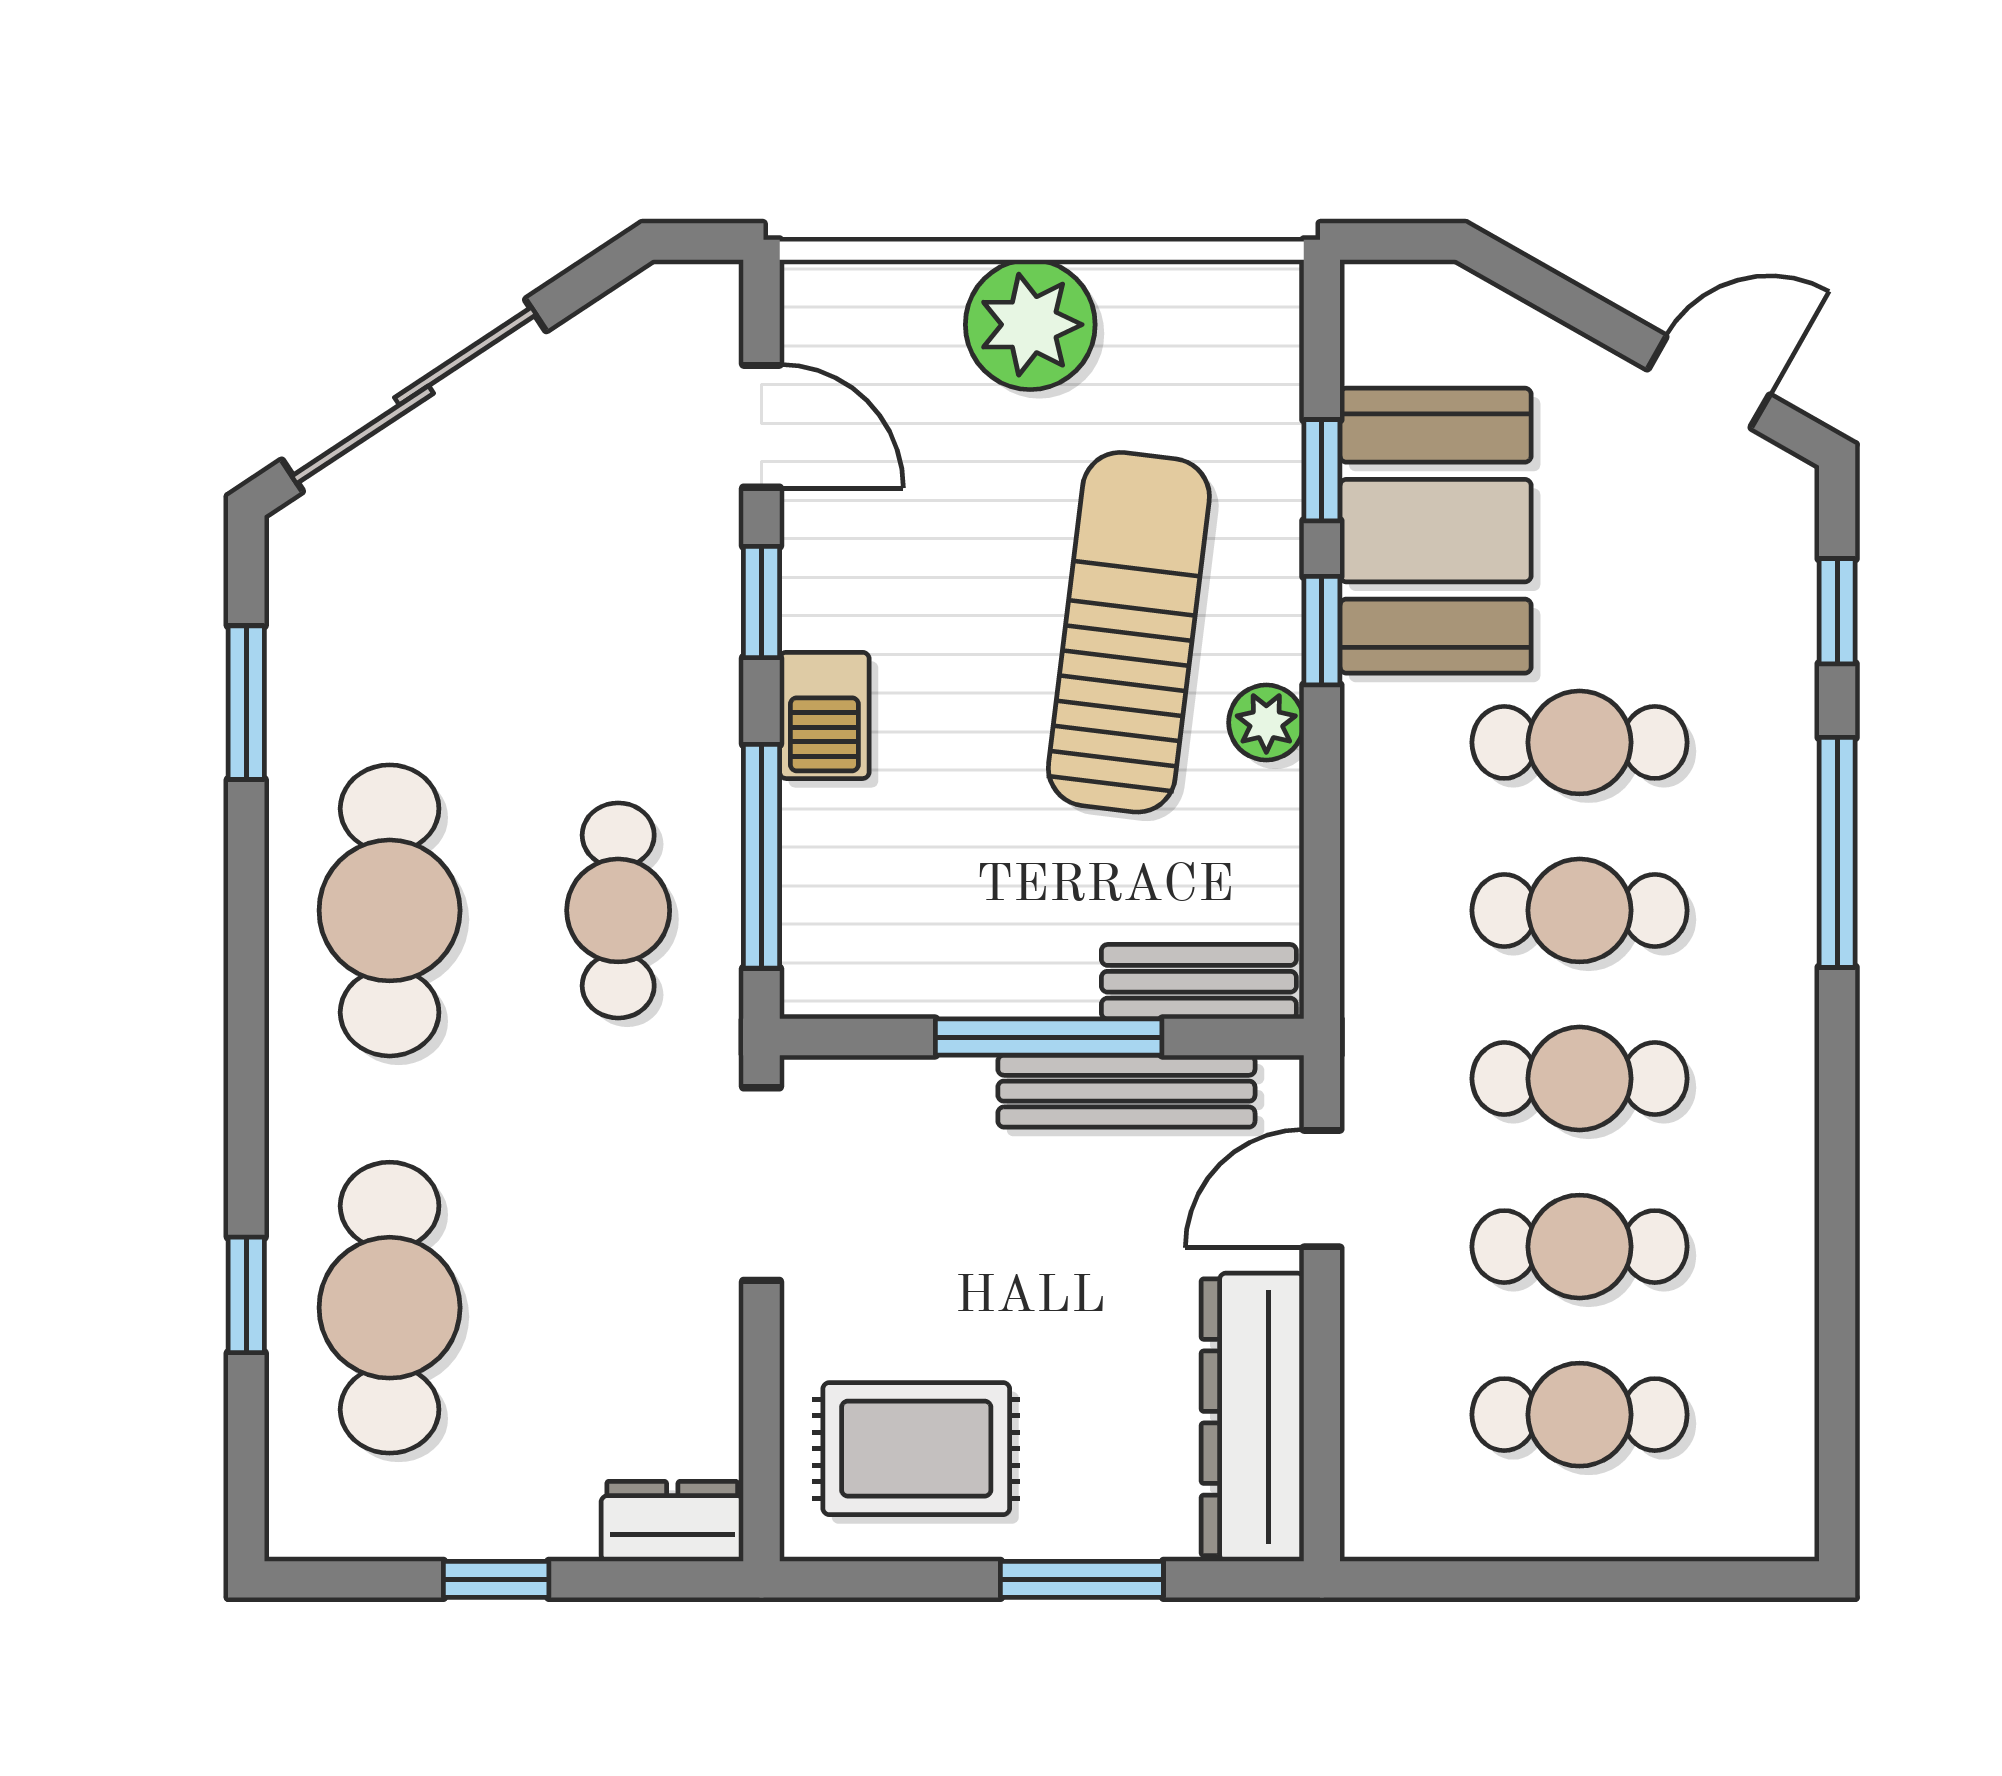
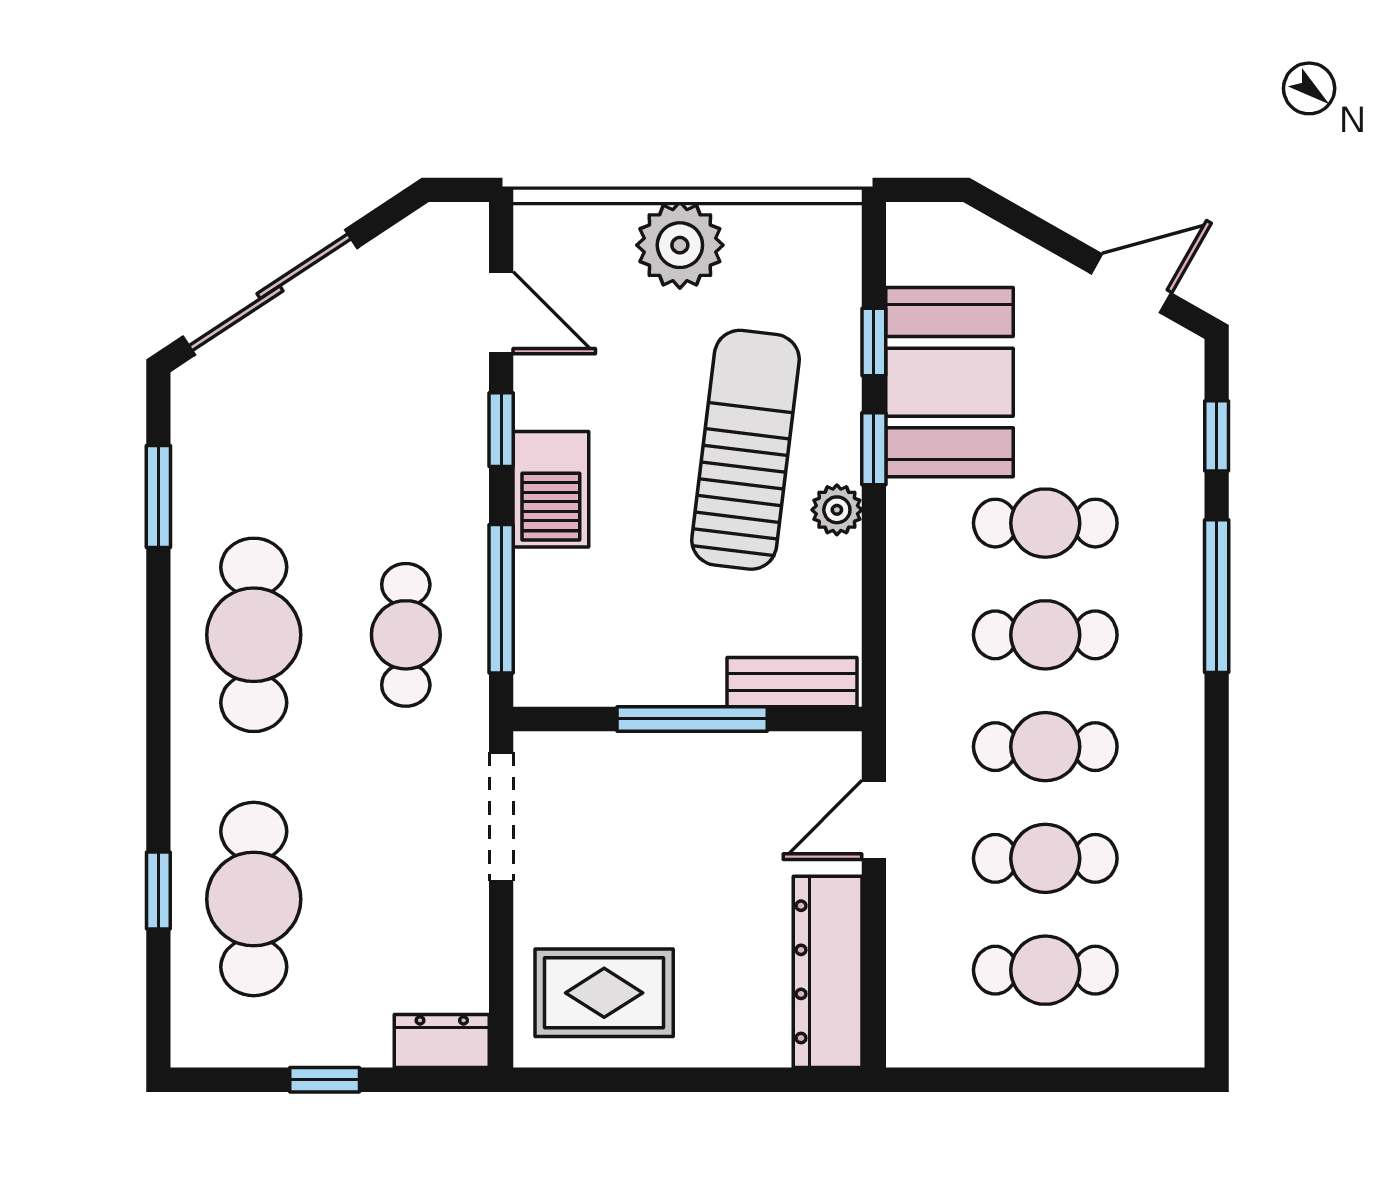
barbecue: (824, 715) -> (551, 489), width x1.38, depth x1.27
bench: (1126, 1091) -> (744, 755), removed
window: (1082, 1579) -> (714, 1080), removed

